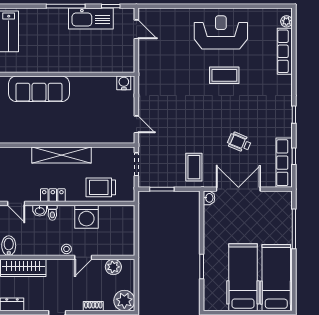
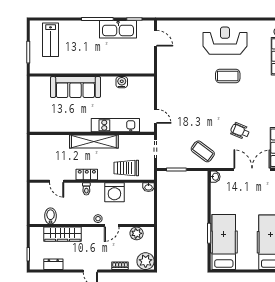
water cooler: (124, 83) -> (122, 82), moved
kitchen unit: (88, 135) -> (115, 125), added
coffee table: (194, 167) -> (203, 151), turned -53
double door: (238, 189) -> (252, 170), moved
washbasin: (40, 211) -> (149, 187), moved
hospital bed: (243, 277) -> (224, 242), moved

